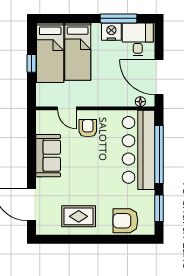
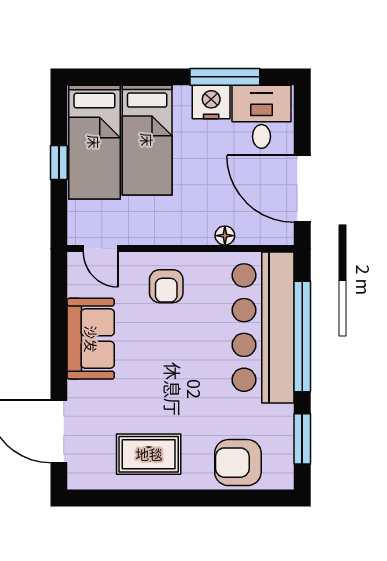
floor lamp: (140, 102) -> (225, 236), moved
door: (67, 108) -> (101, 249), moved
armchair: (88, 128) -> (166, 286), turned 180

